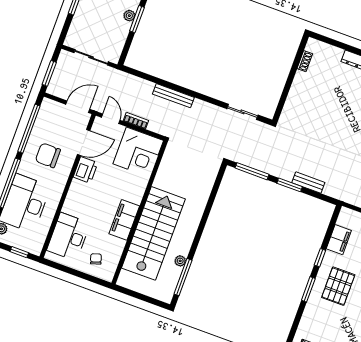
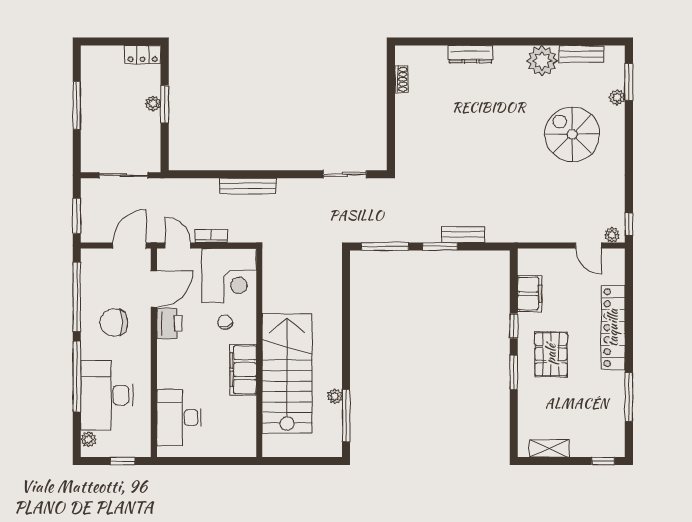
chair: (96, 259) -> (225, 322), moved

